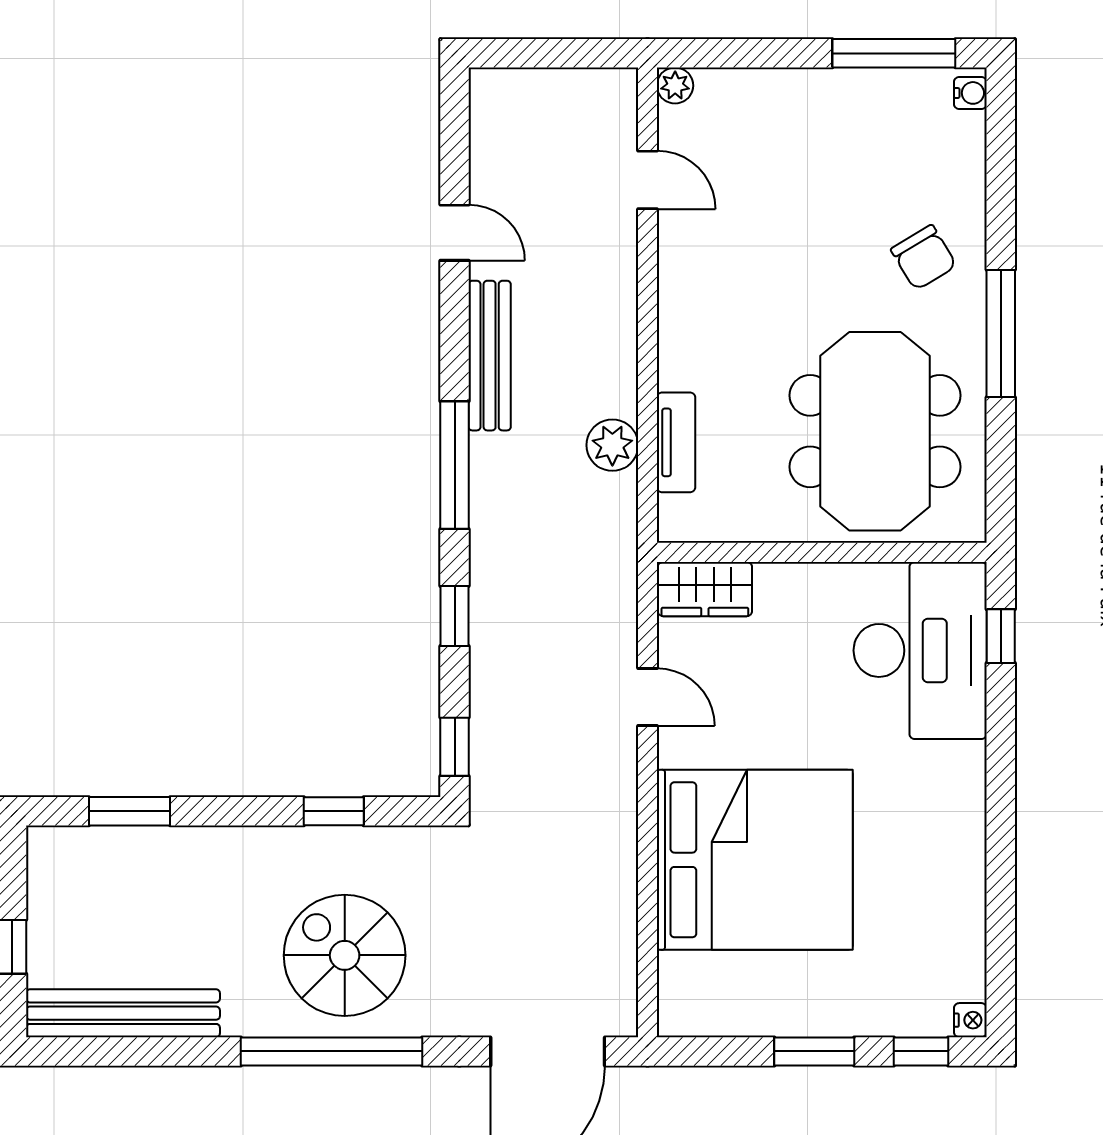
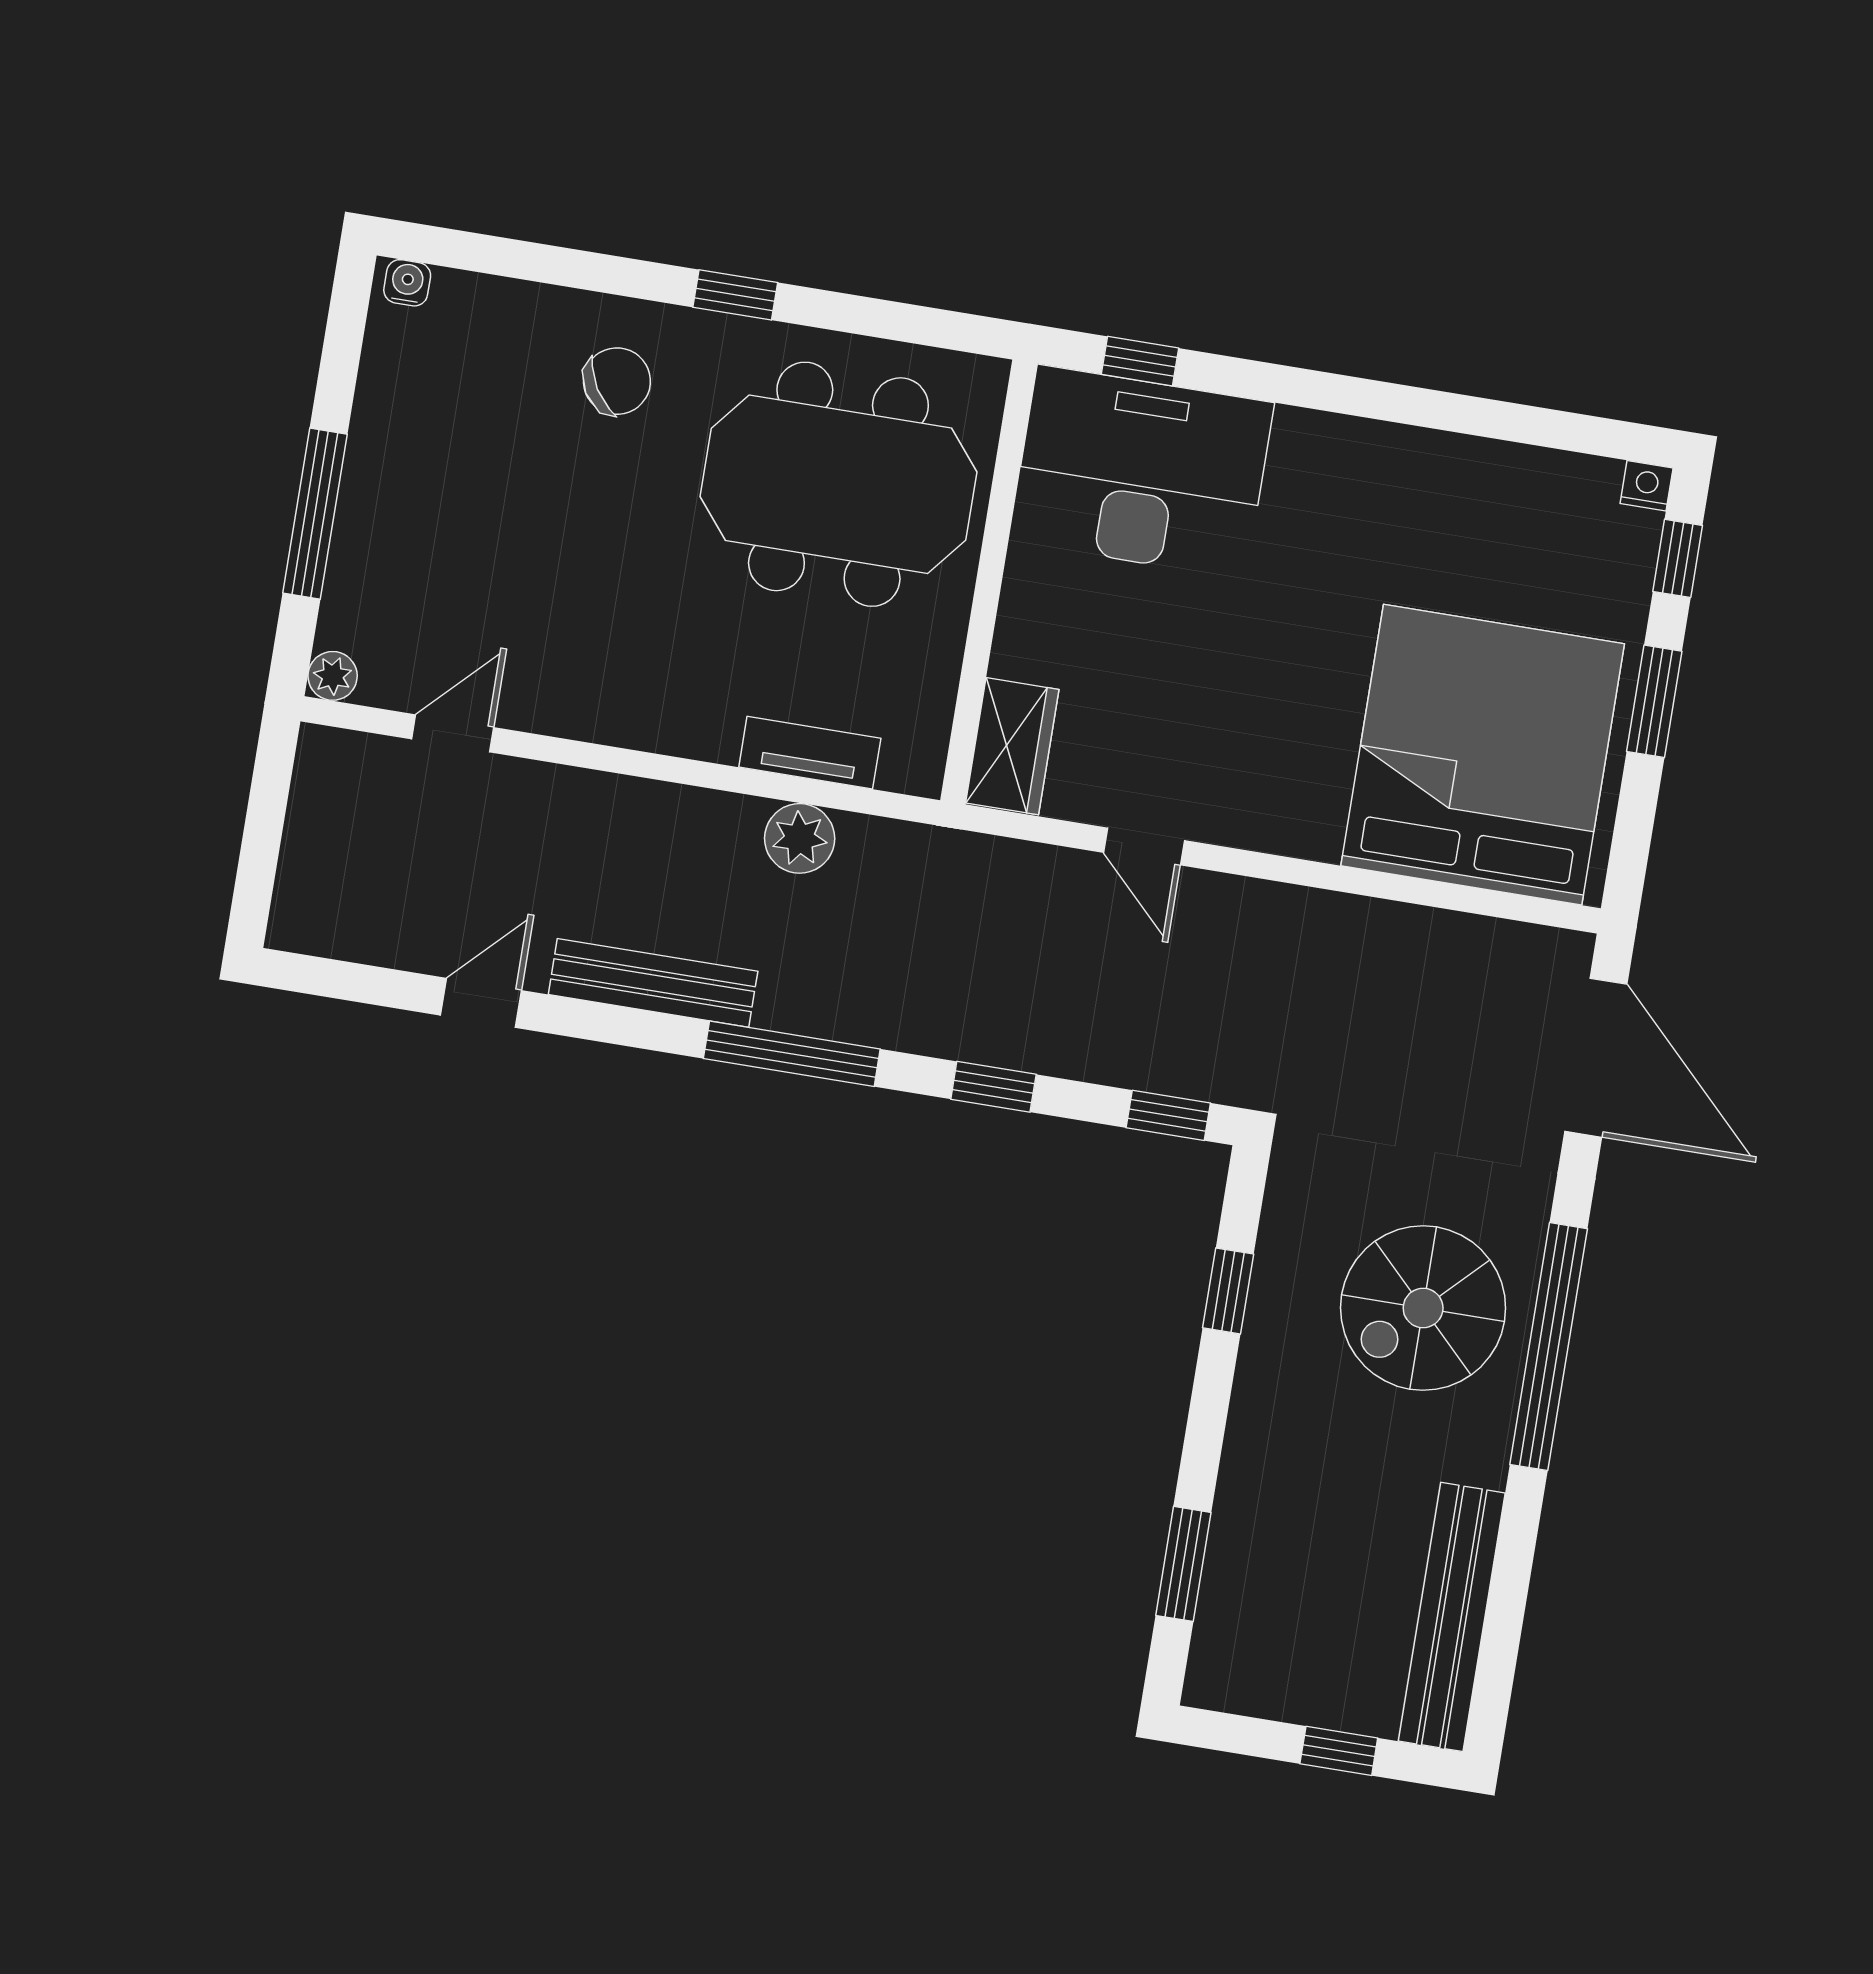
window: (894, 53) -> (315, 514), moved
window: (1001, 333) -> (735, 295), width x0.46
door: (648, 697) -> (1144, 846), swing flipped
bed: (755, 860) -> (1483, 755), moved

